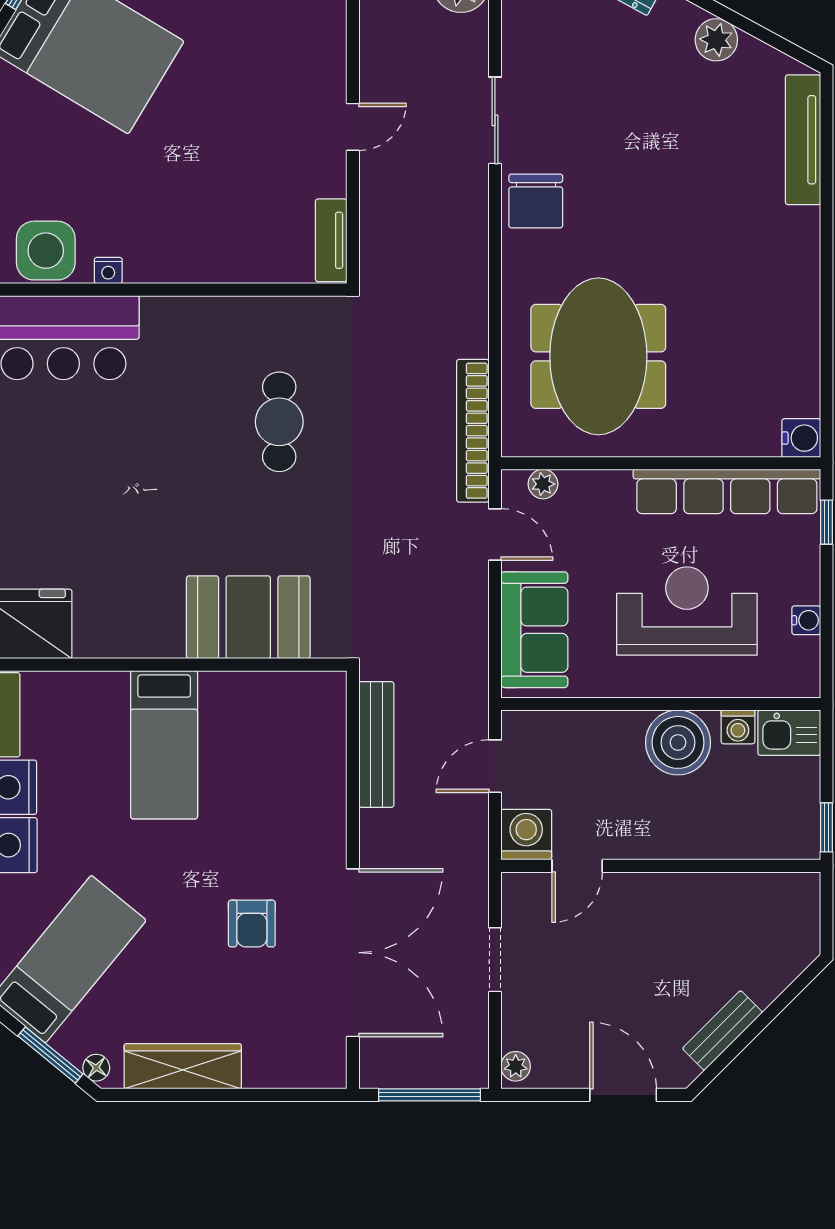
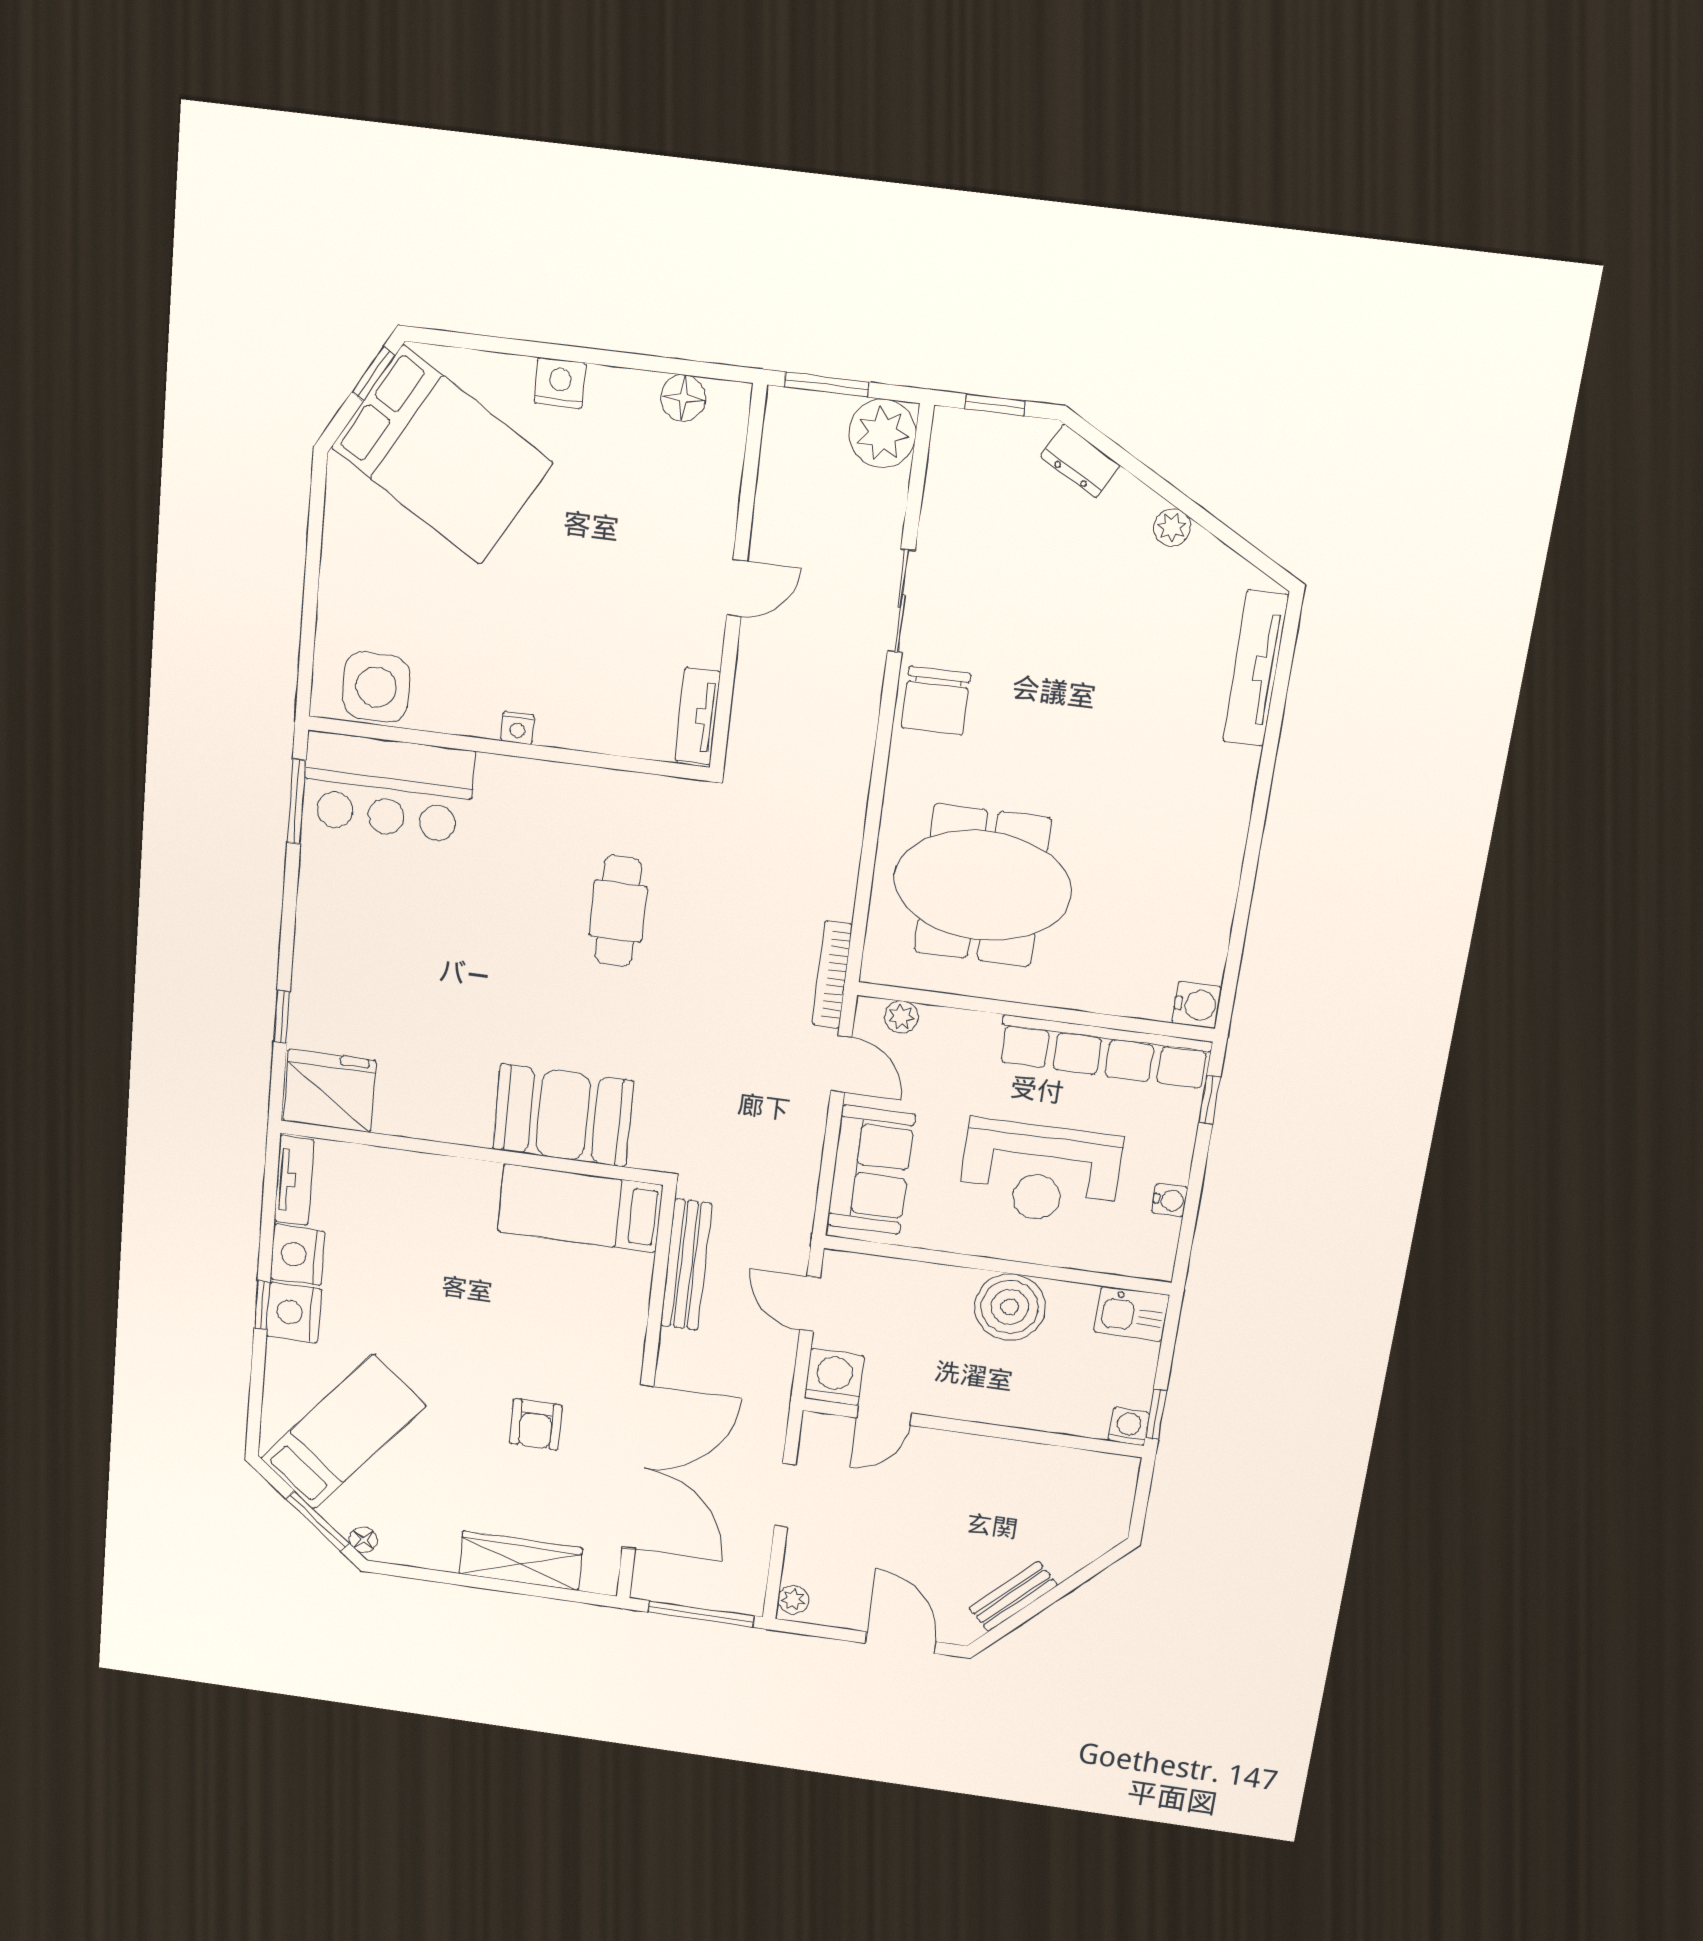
plant: (716, 40) -> (1172, 527), width x0.73, depth x0.73
nightstand: (108, 271) -> (518, 728), moved
meeting table: (598, 356) -> (983, 885), turned 90
bookcase: (473, 431) -> (832, 975), width x0.68, depth x0.76
reception desk: (687, 611) -> (1040, 1173), turned 180
washing machine: (738, 727) -> (1129, 1427), moved, turned 180
bed: (164, 745) -> (580, 1208), moved, turned 90
door: (495, 766) -> (810, 1304), hinge flipped
wardrobe: (183, 1066) -> (521, 1561), moved

